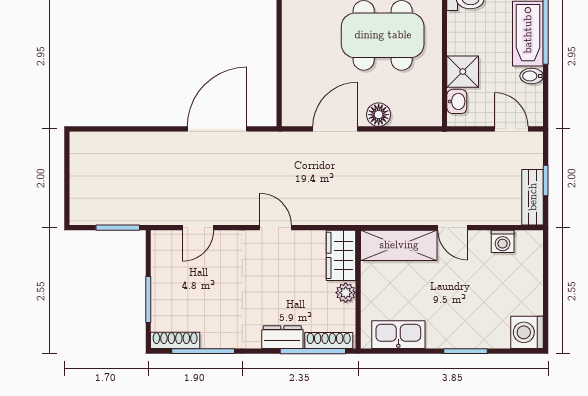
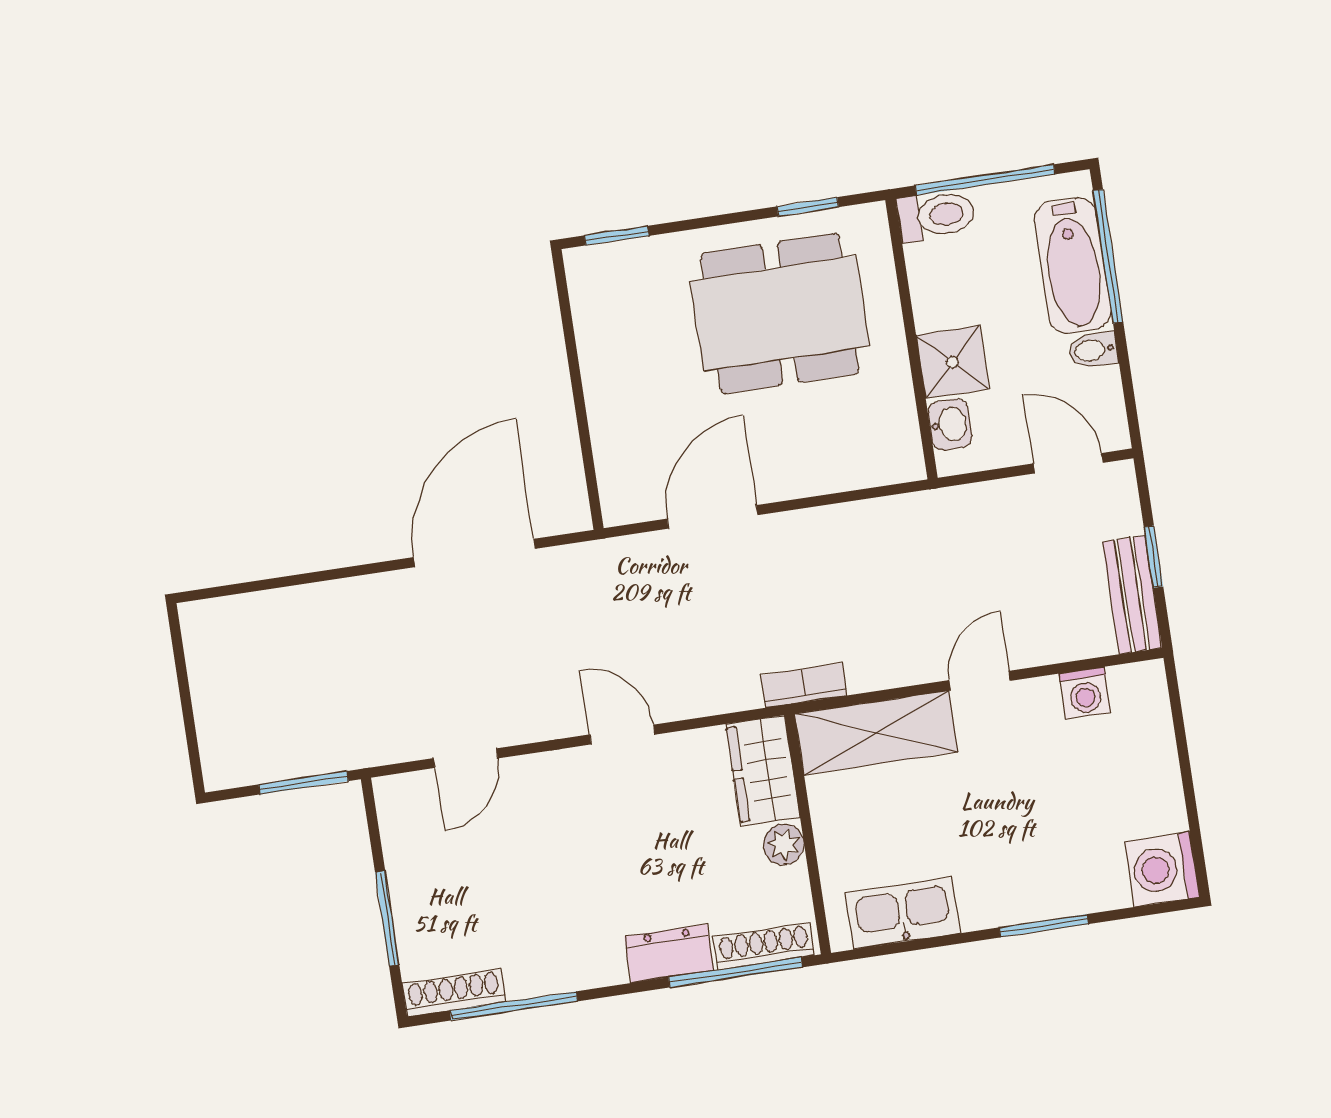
floor lamp: (379, 115) -> (796, 475), removed
bookcase: (367, 217) -> (804, 685), added
door: (453, 228) -> (980, 680), swing flipped

